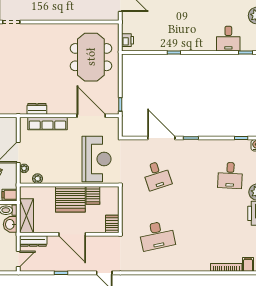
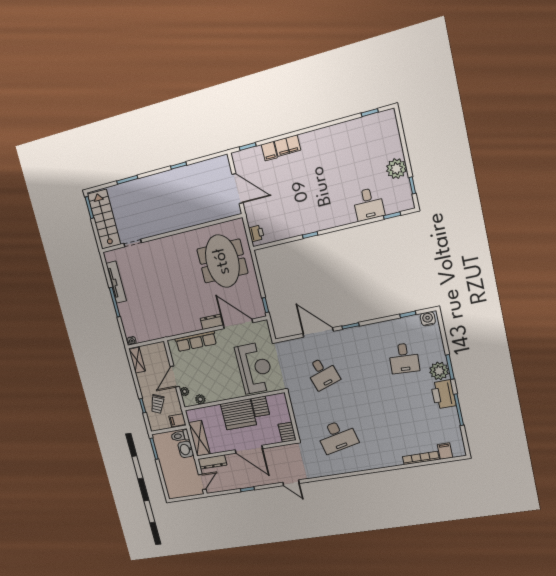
dresser: (37, 109) -> (211, 322), moved

